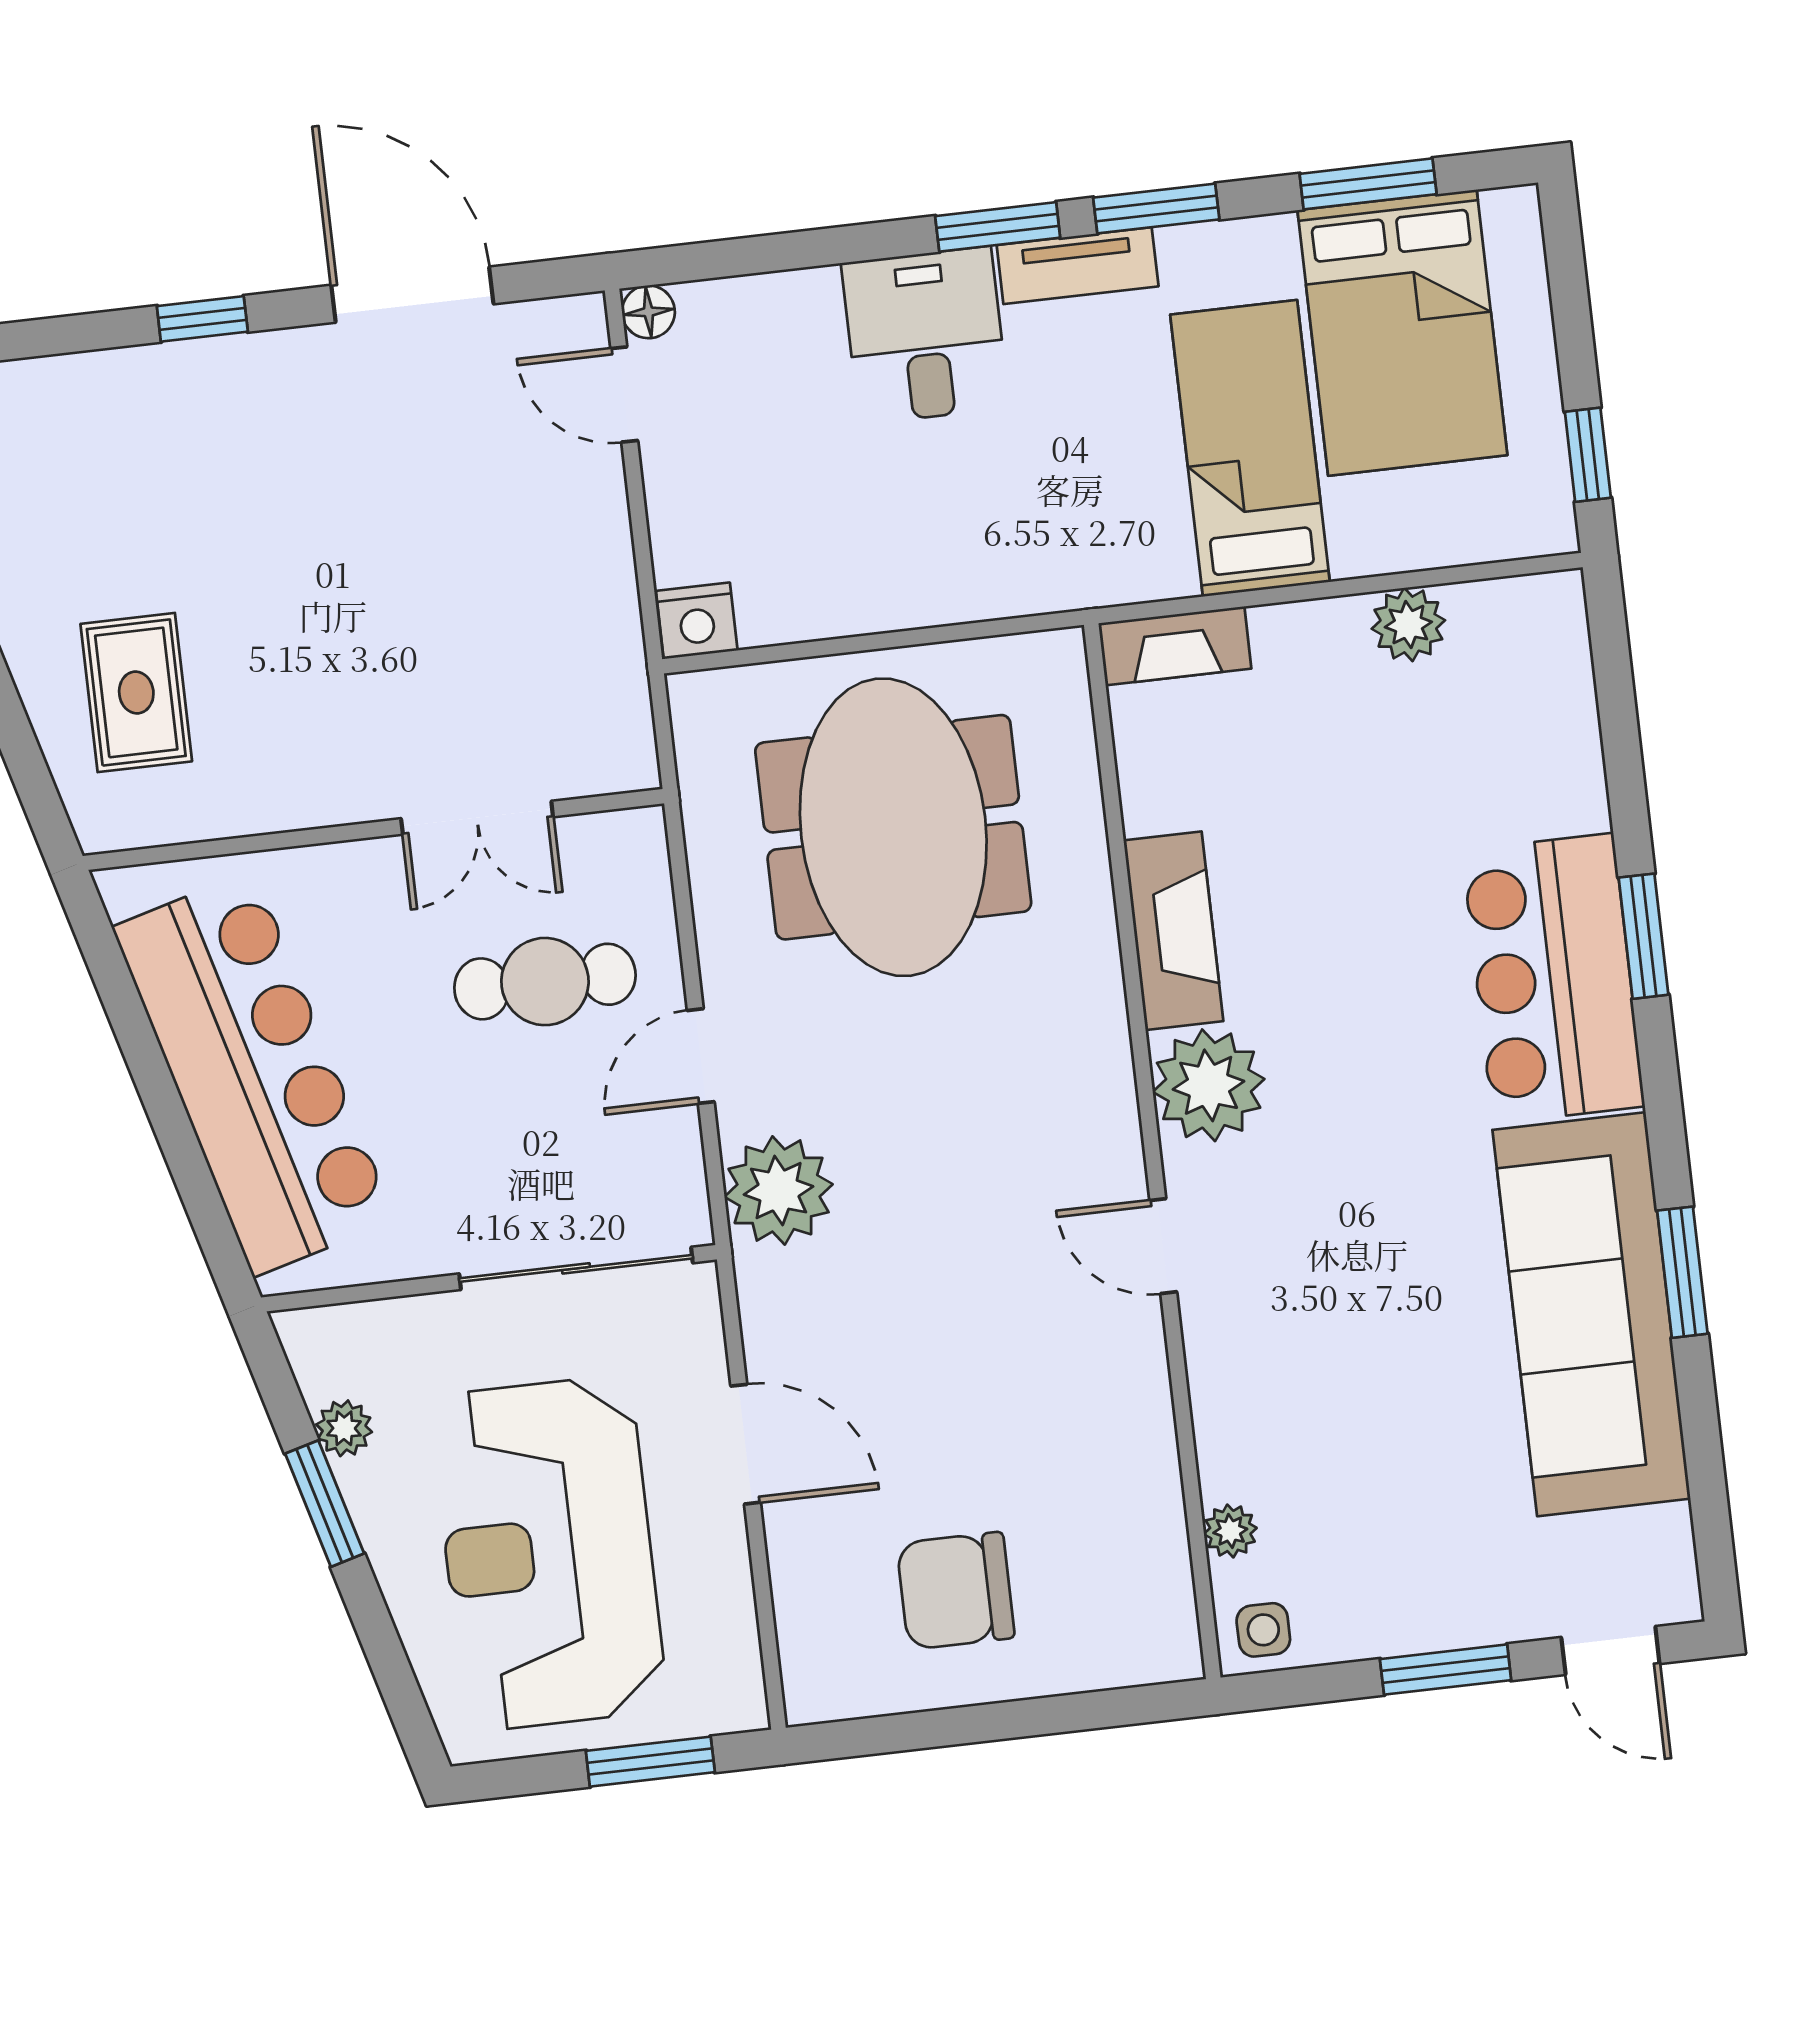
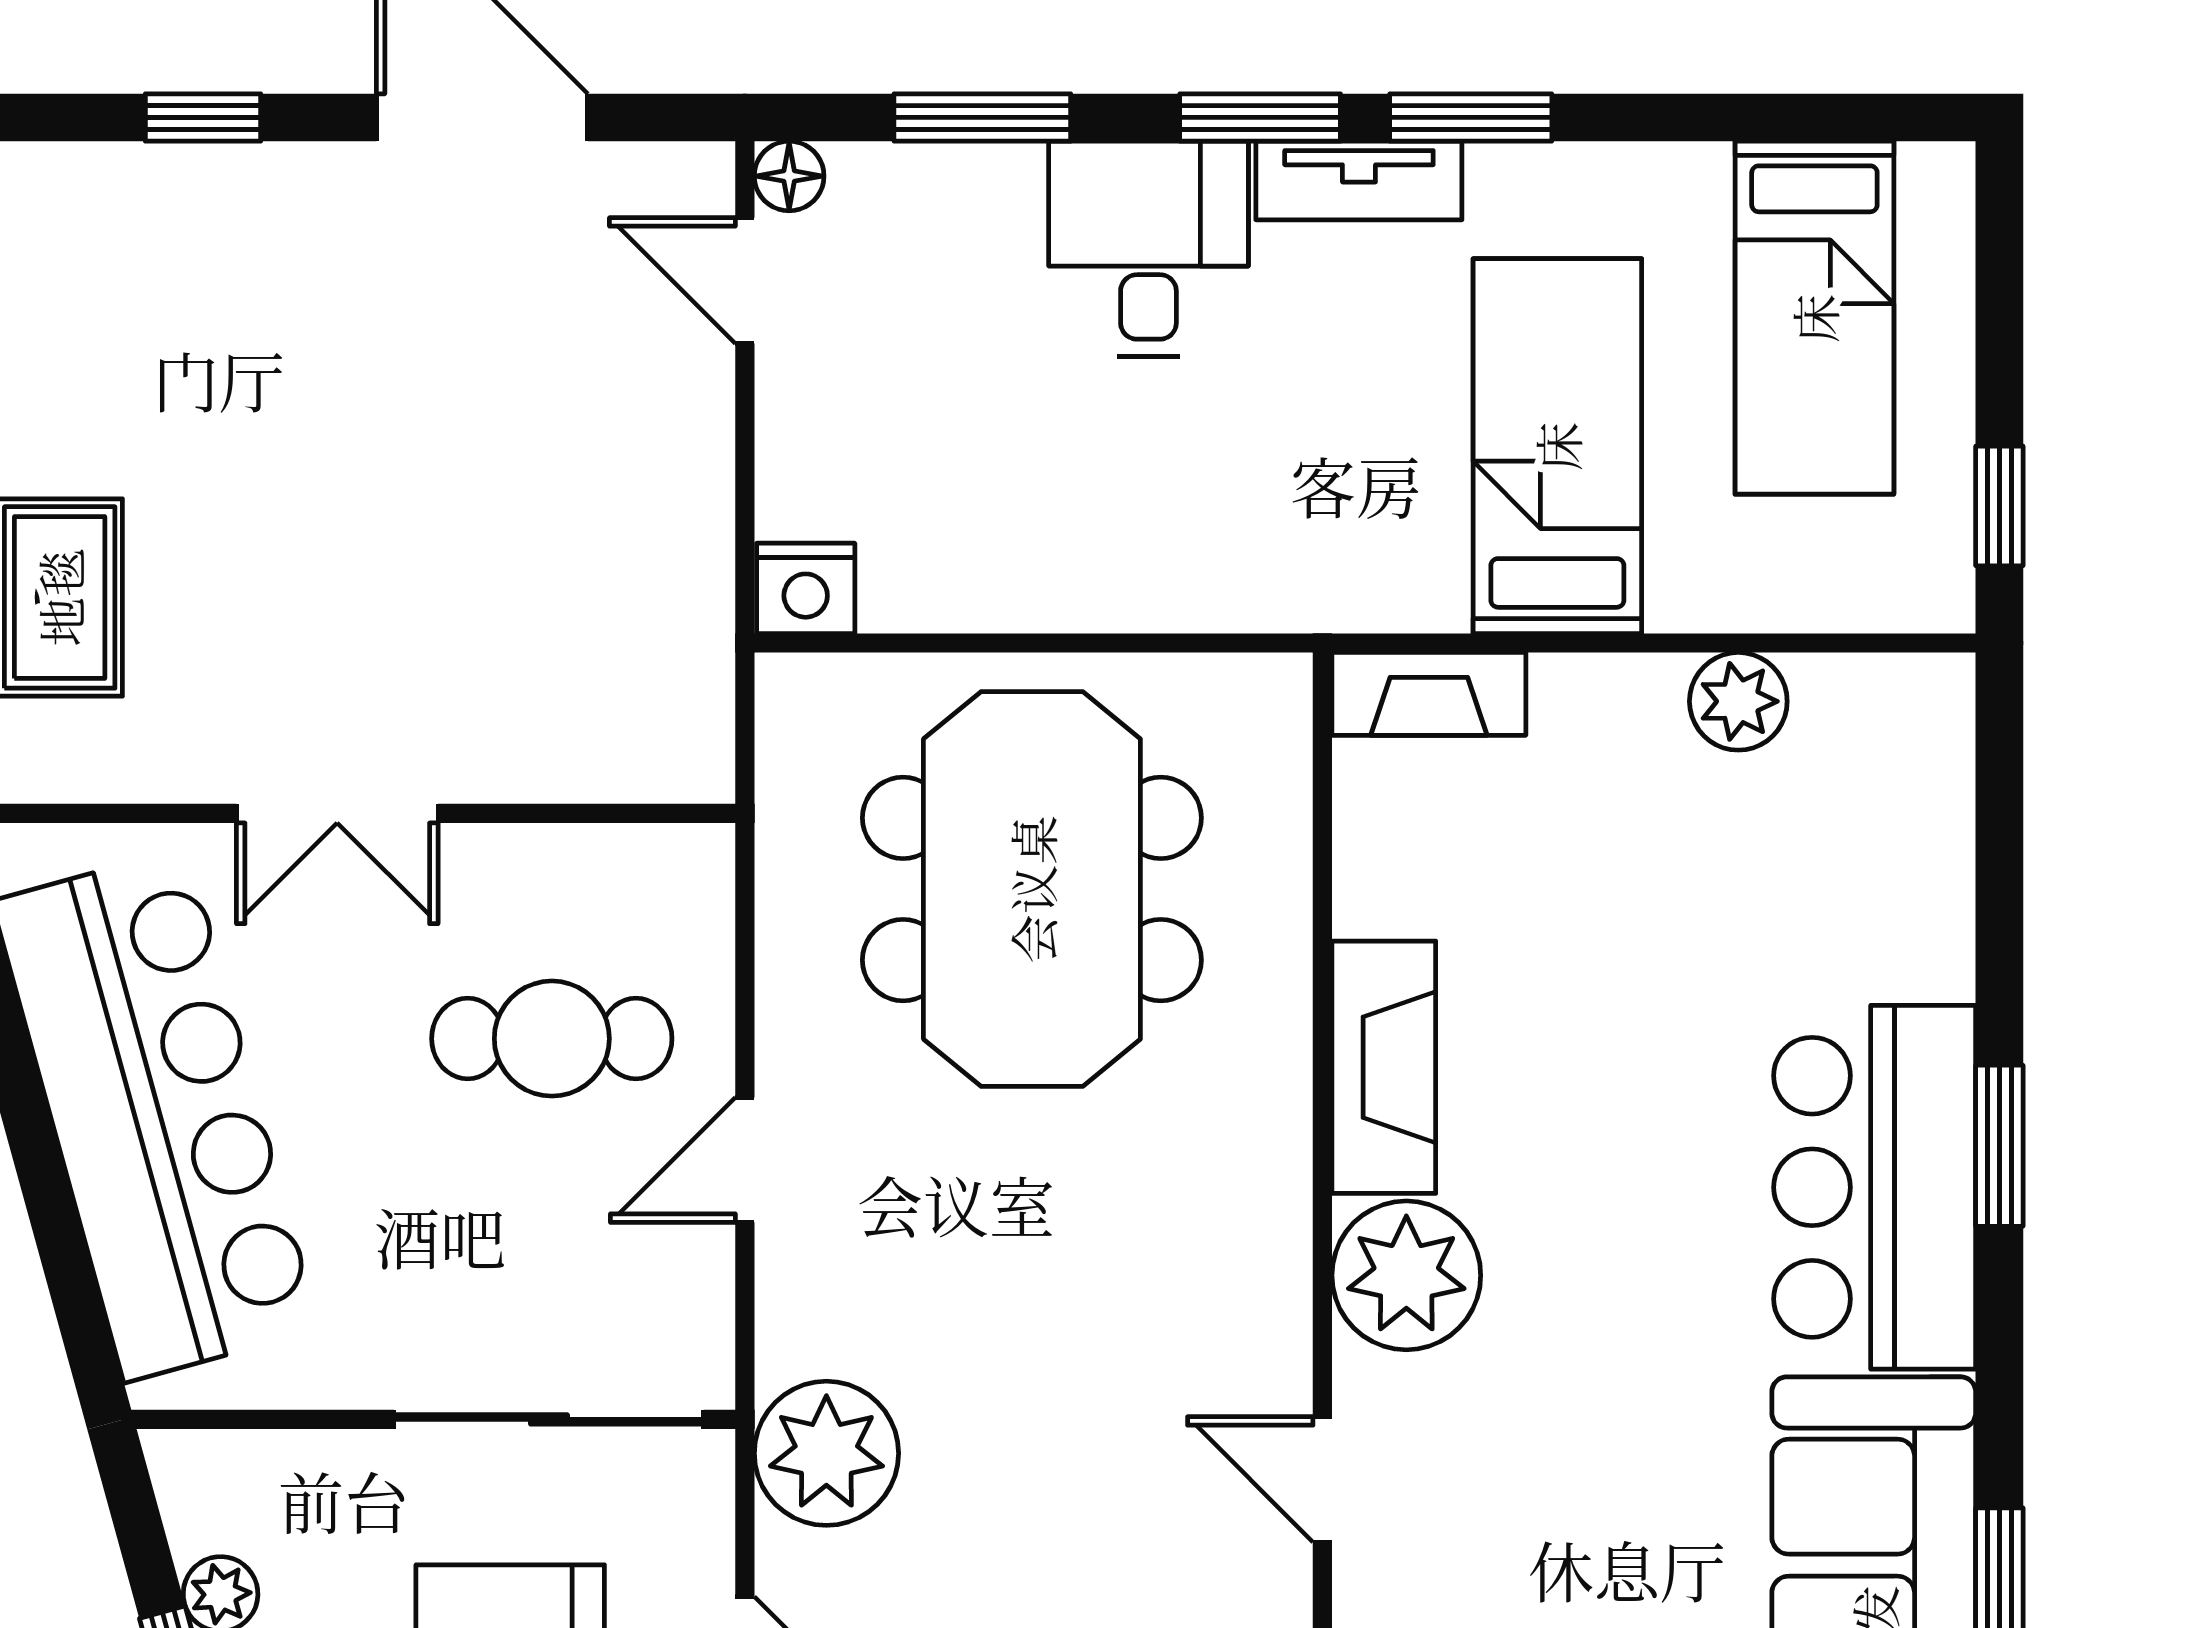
window: (1368, 184) -> (982, 117), moved
bed: (1402, 333) -> (1814, 318), width x0.67
double door: (477, 818) -> (337, 813), moved
plant: (779, 1190) -> (826, 1453), moved

